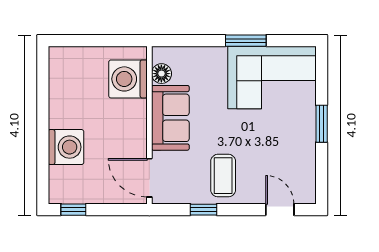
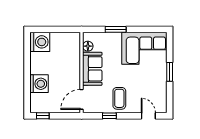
window: (246, 41) -> (116, 29), moved
washing machine: (128, 79) -> (40, 42), moved, turned 180
door: (149, 178) -> (82, 99), hinge flipped

